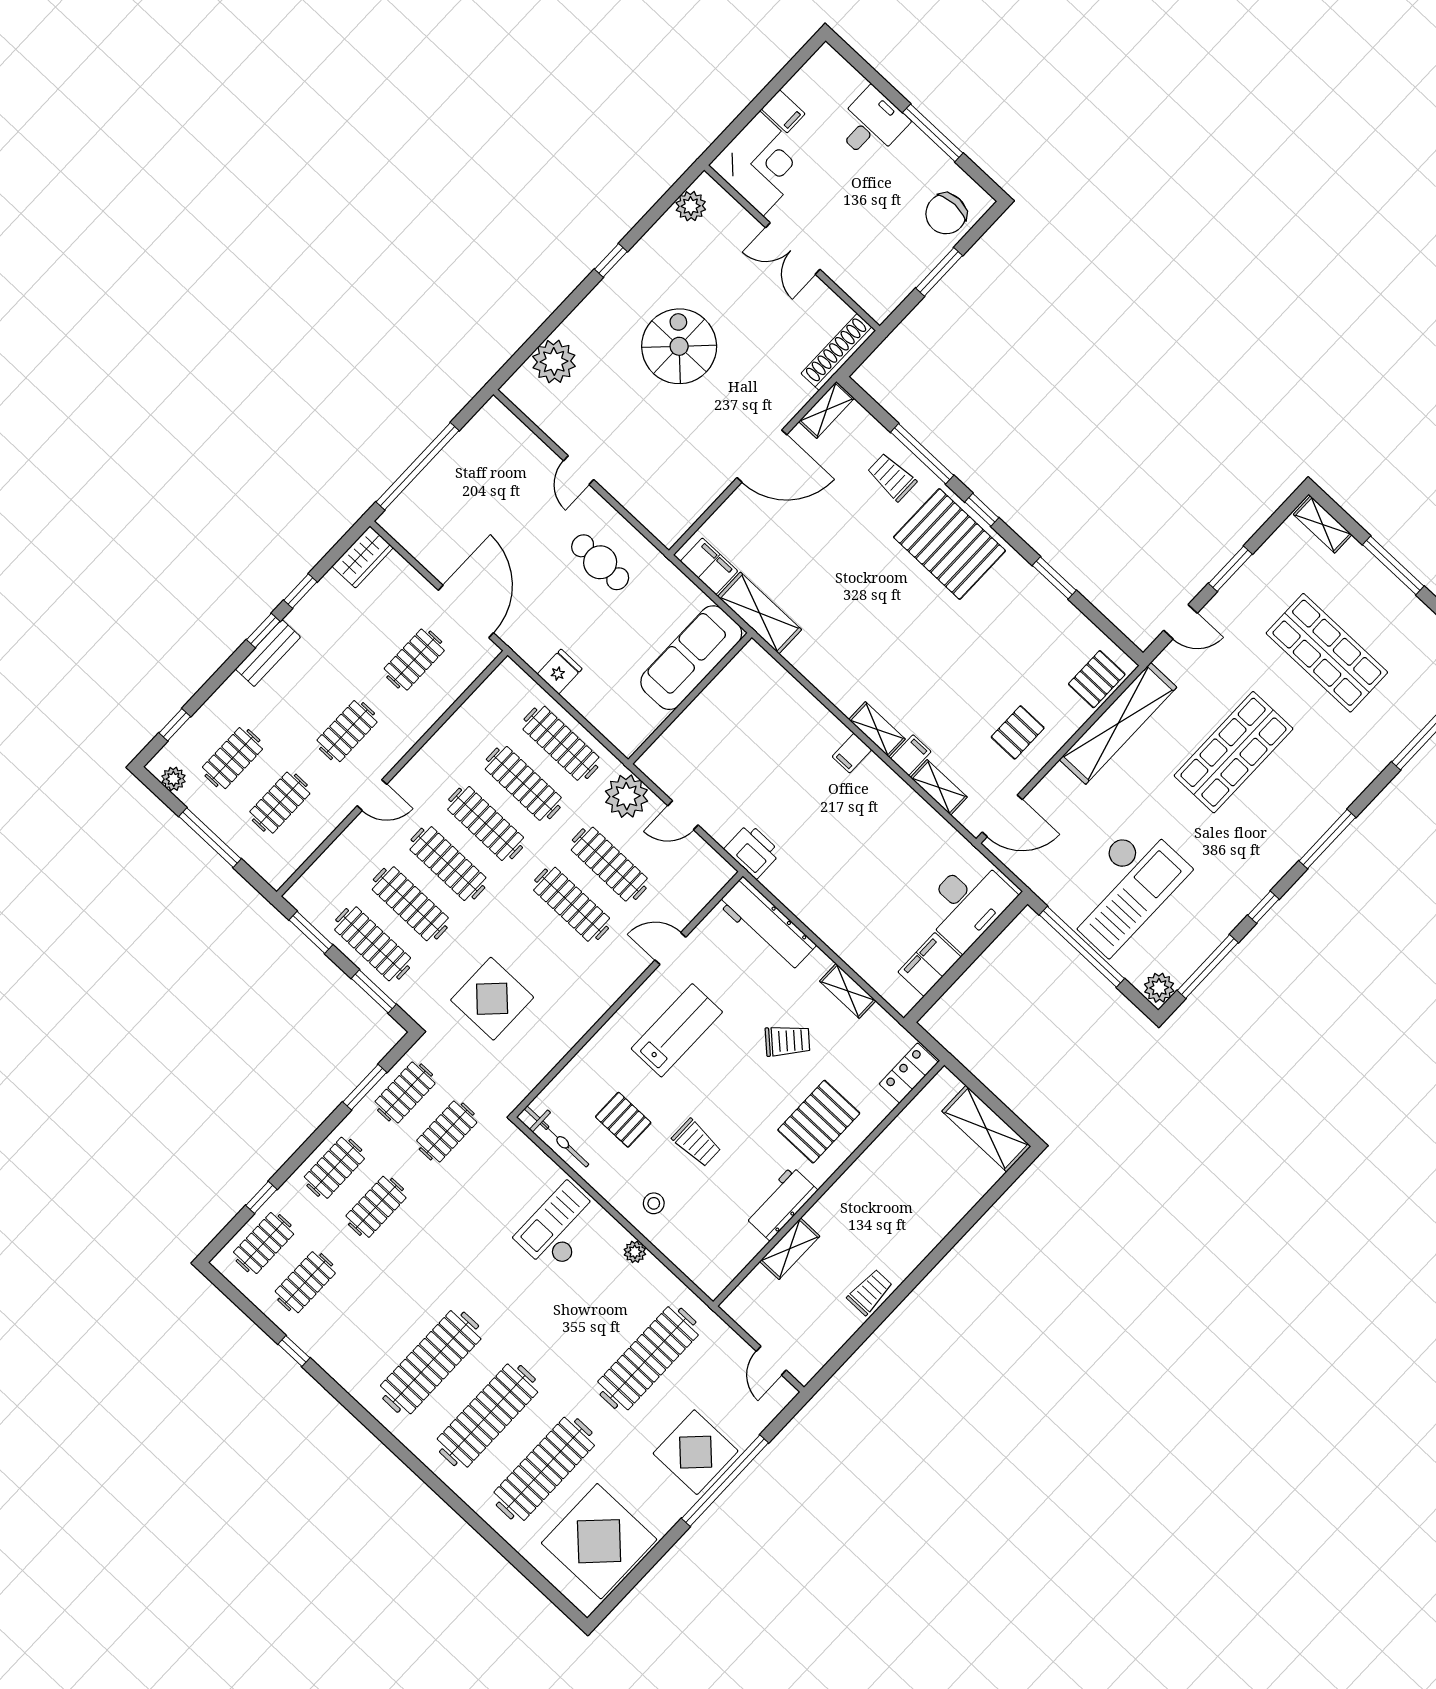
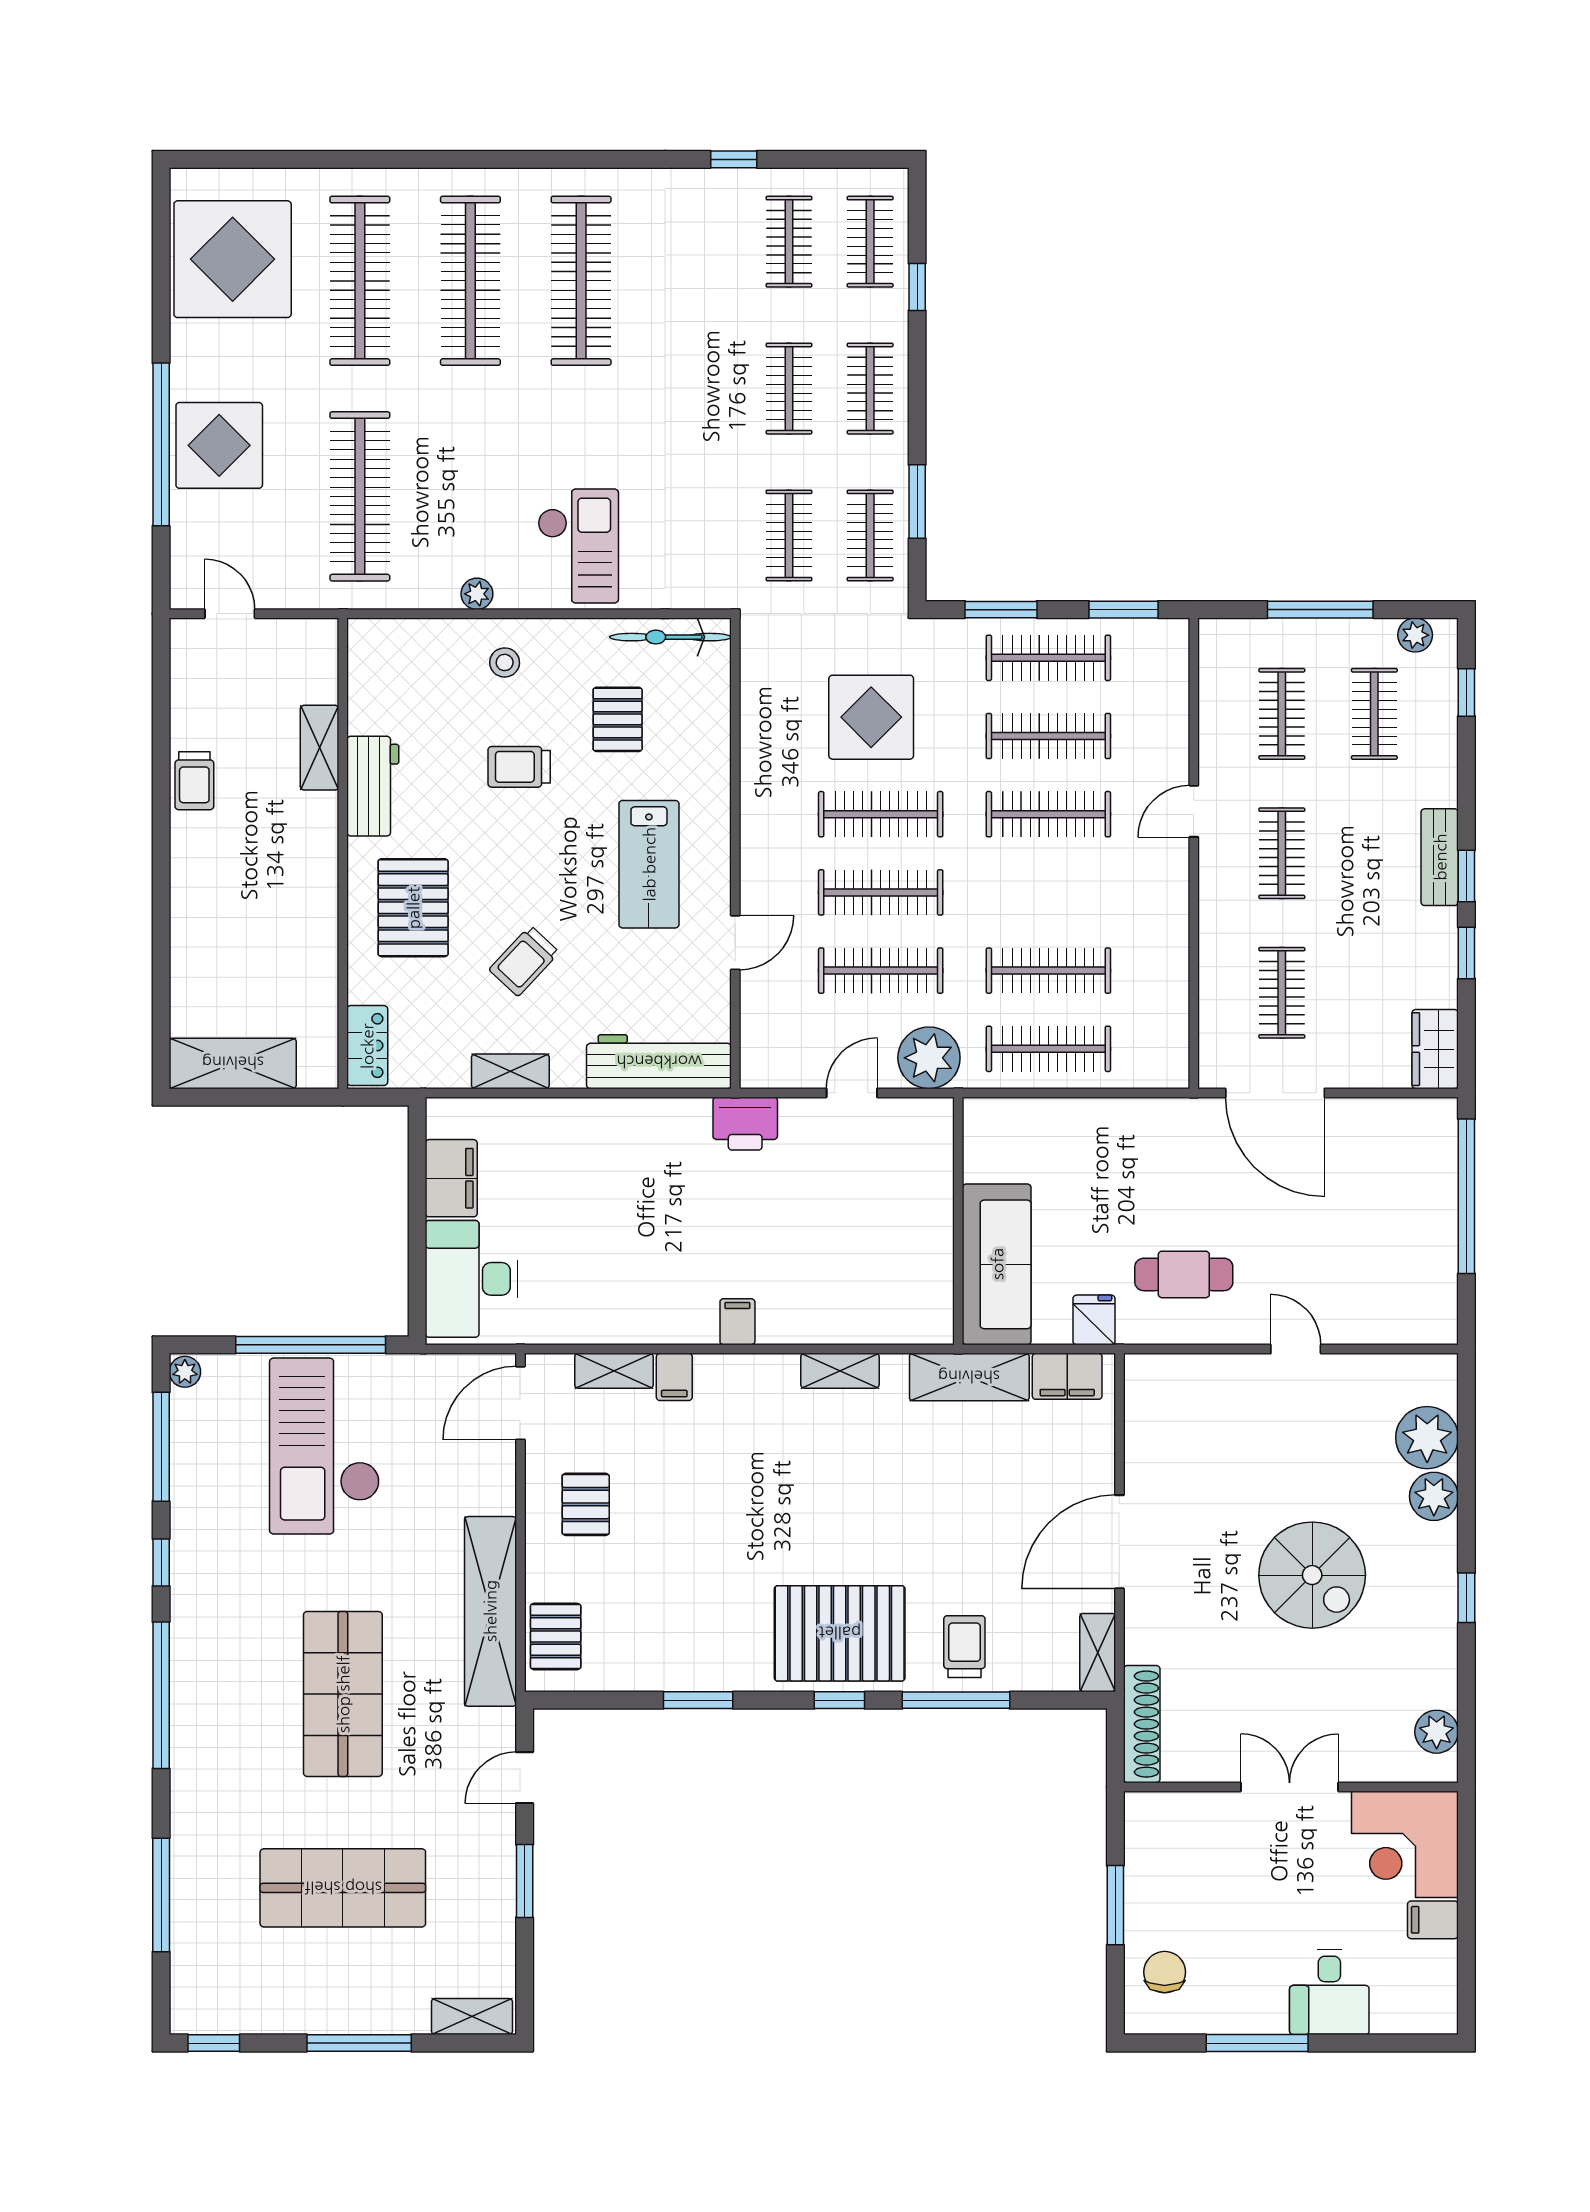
chair: (946, 214) -> (1165, 1972), width x0.73, depth x0.73
plant: (579, 328) -> (1434, 1496), added
trolley: (892, 477) -> (964, 1647), turned -90
fridge: (560, 672) -> (1094, 1320), moved, turned 180
shelving: (877, 729) -> (840, 1371), moved
clothes rail: (486, 823) -> (881, 814), moved
window: (1327, 839) -> (161, 1695), width x1.46
plant: (1159, 988) -> (185, 1372), width x0.73, depth x0.73
pallet: (623, 1120) -> (618, 719), turned 90

